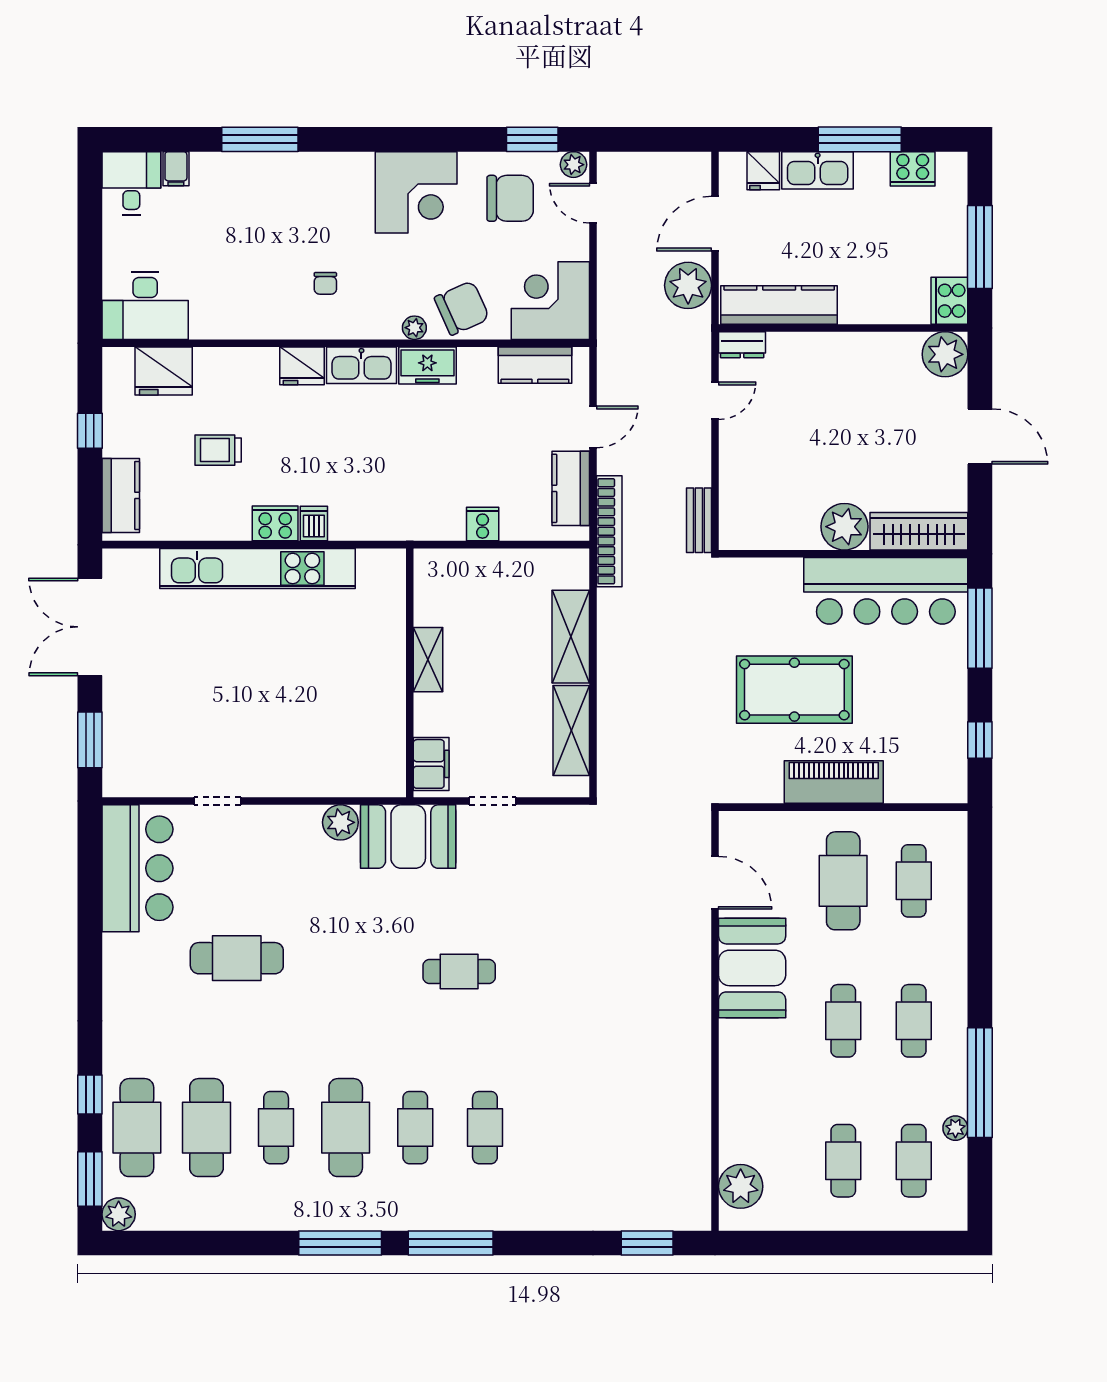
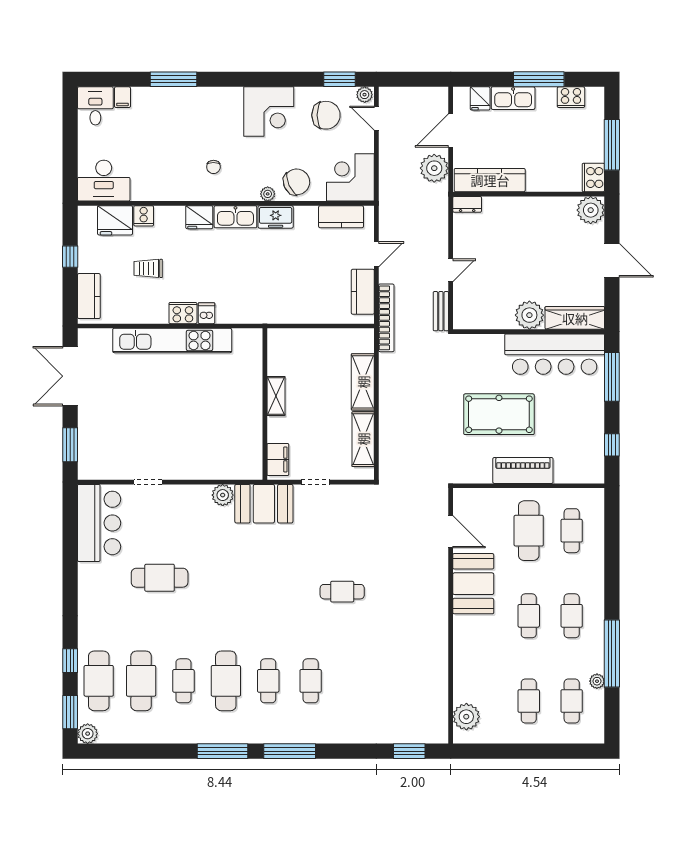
door: (715, 401) -> (451, 270), moved
cooker: (483, 524) -> (144, 216), moved, turned 180
cafe table: (459, 972) -> (342, 592), moved

